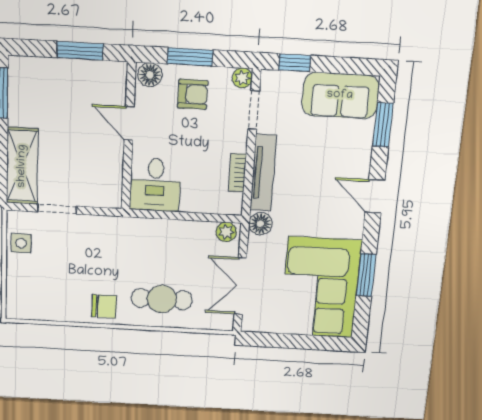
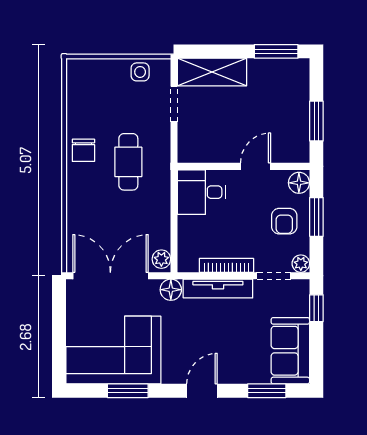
bookcase: (237, 173) -> (226, 265), width x1.56
double door: (240, 286) -> (110, 276), width x1.37
cafe table: (162, 299) -> (128, 162), moved

